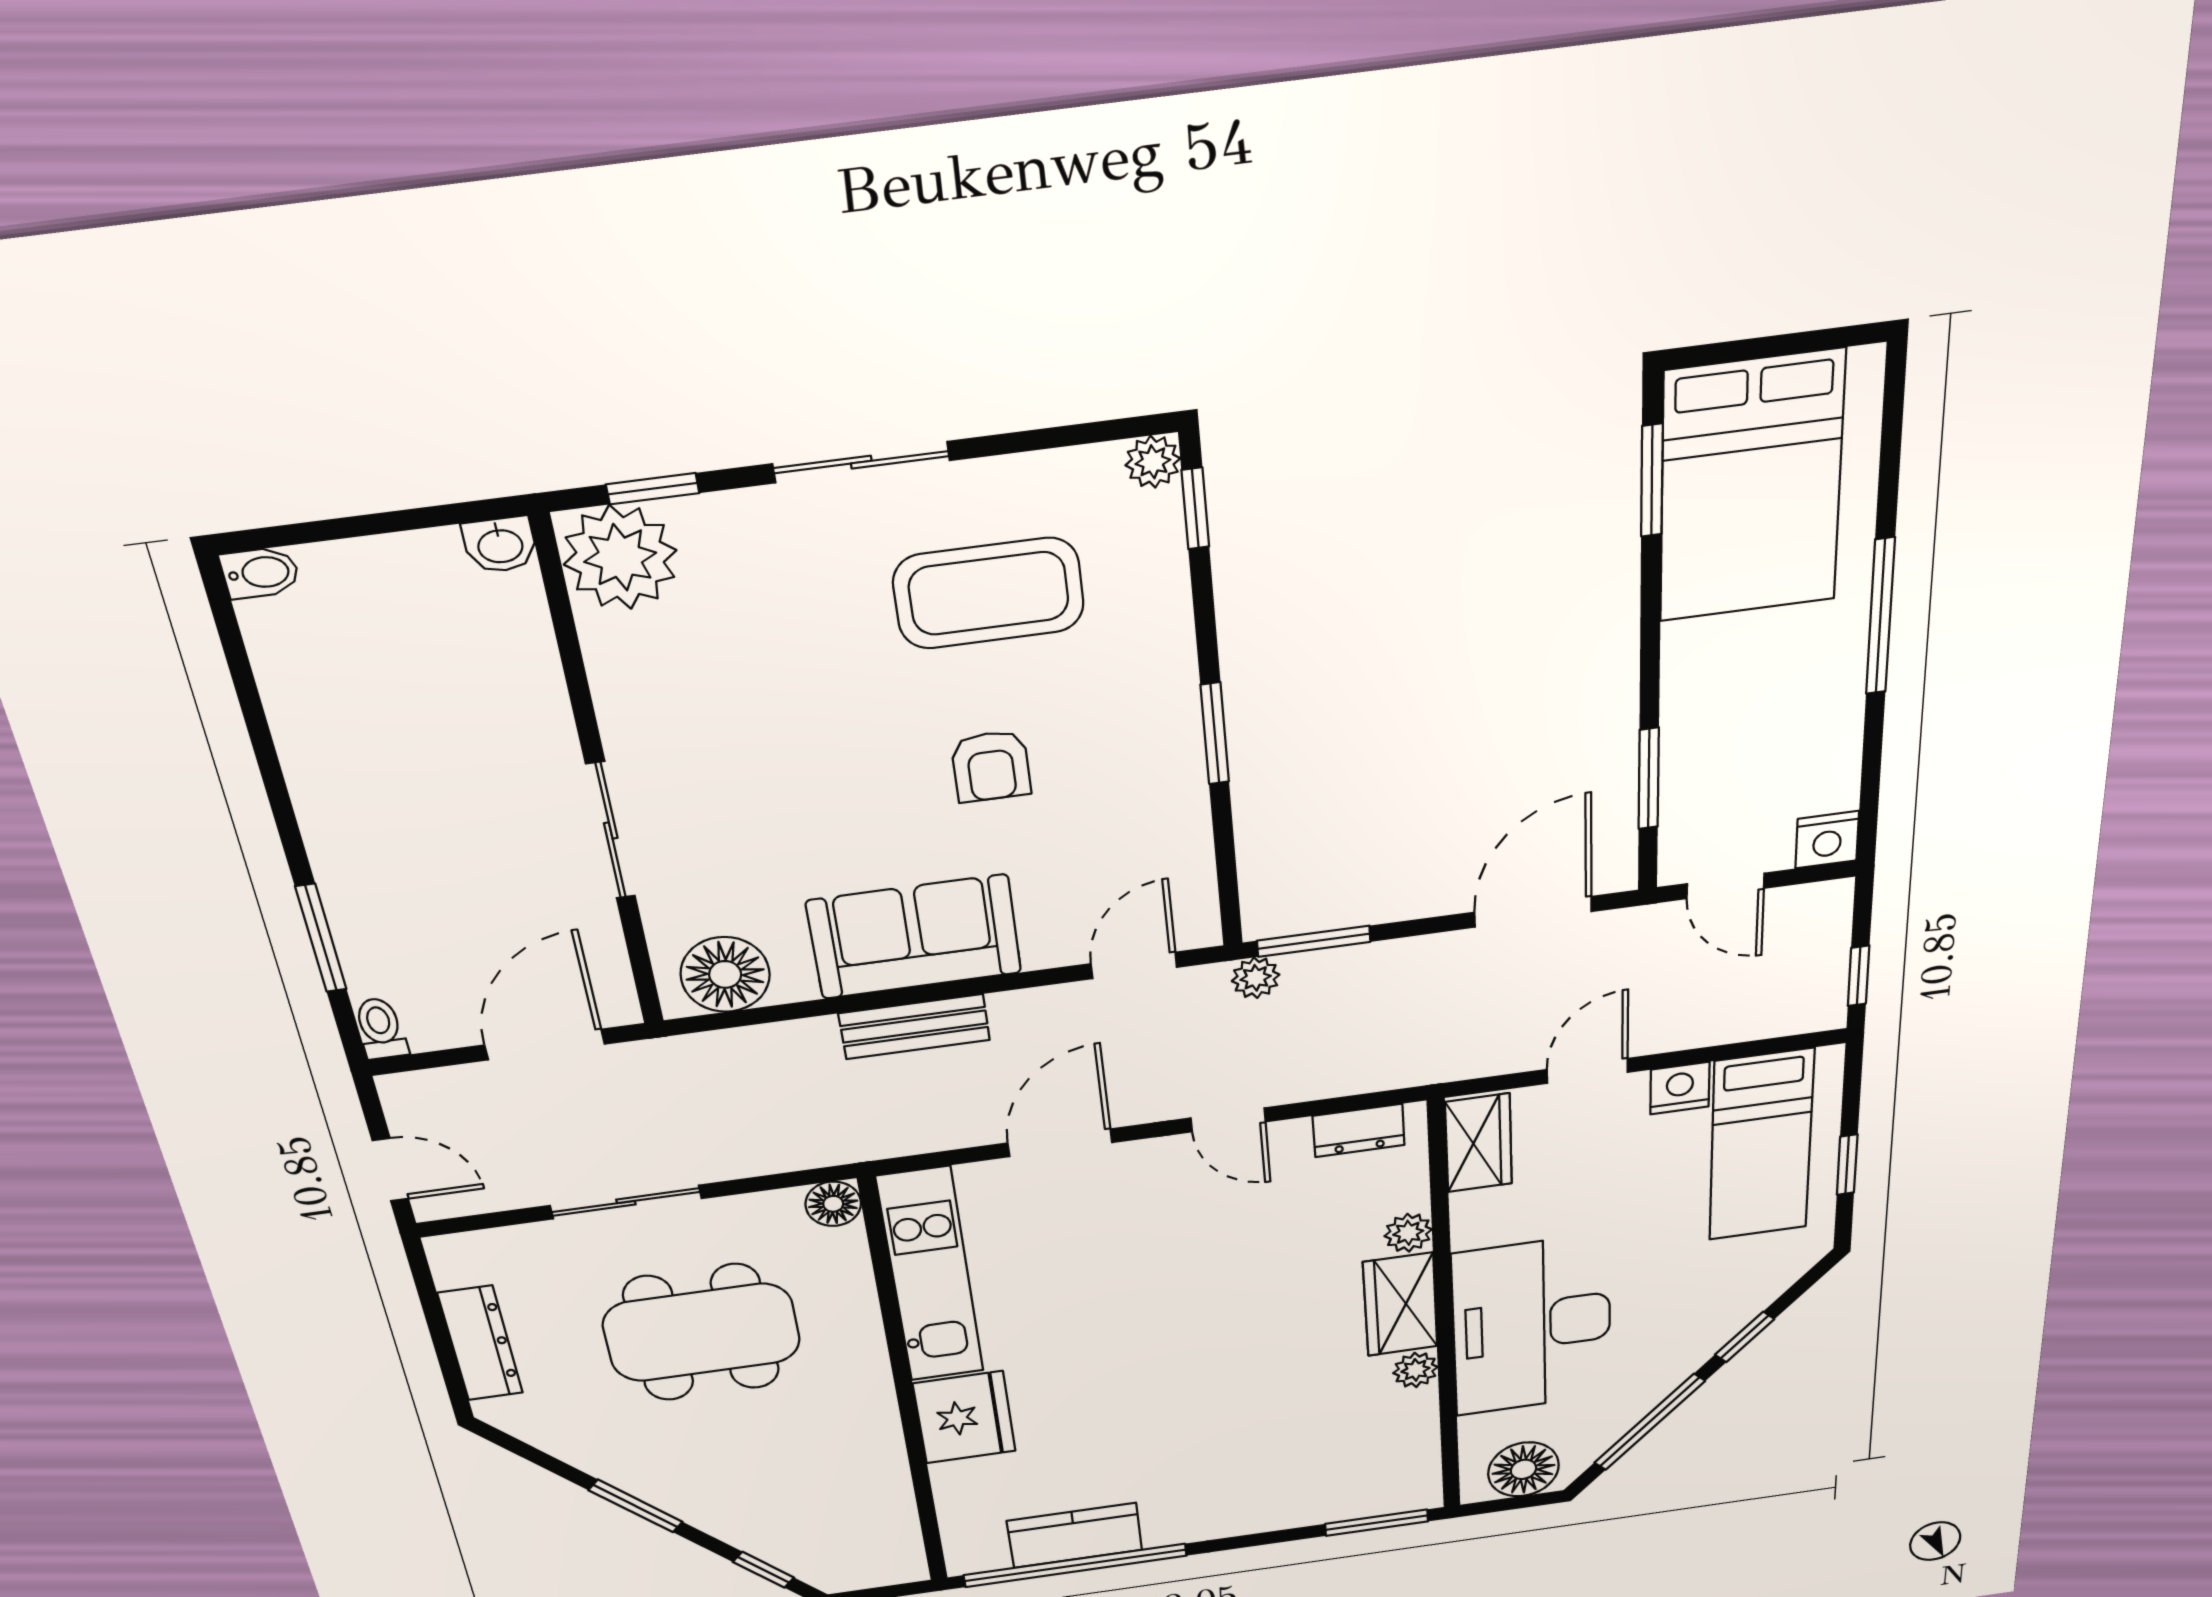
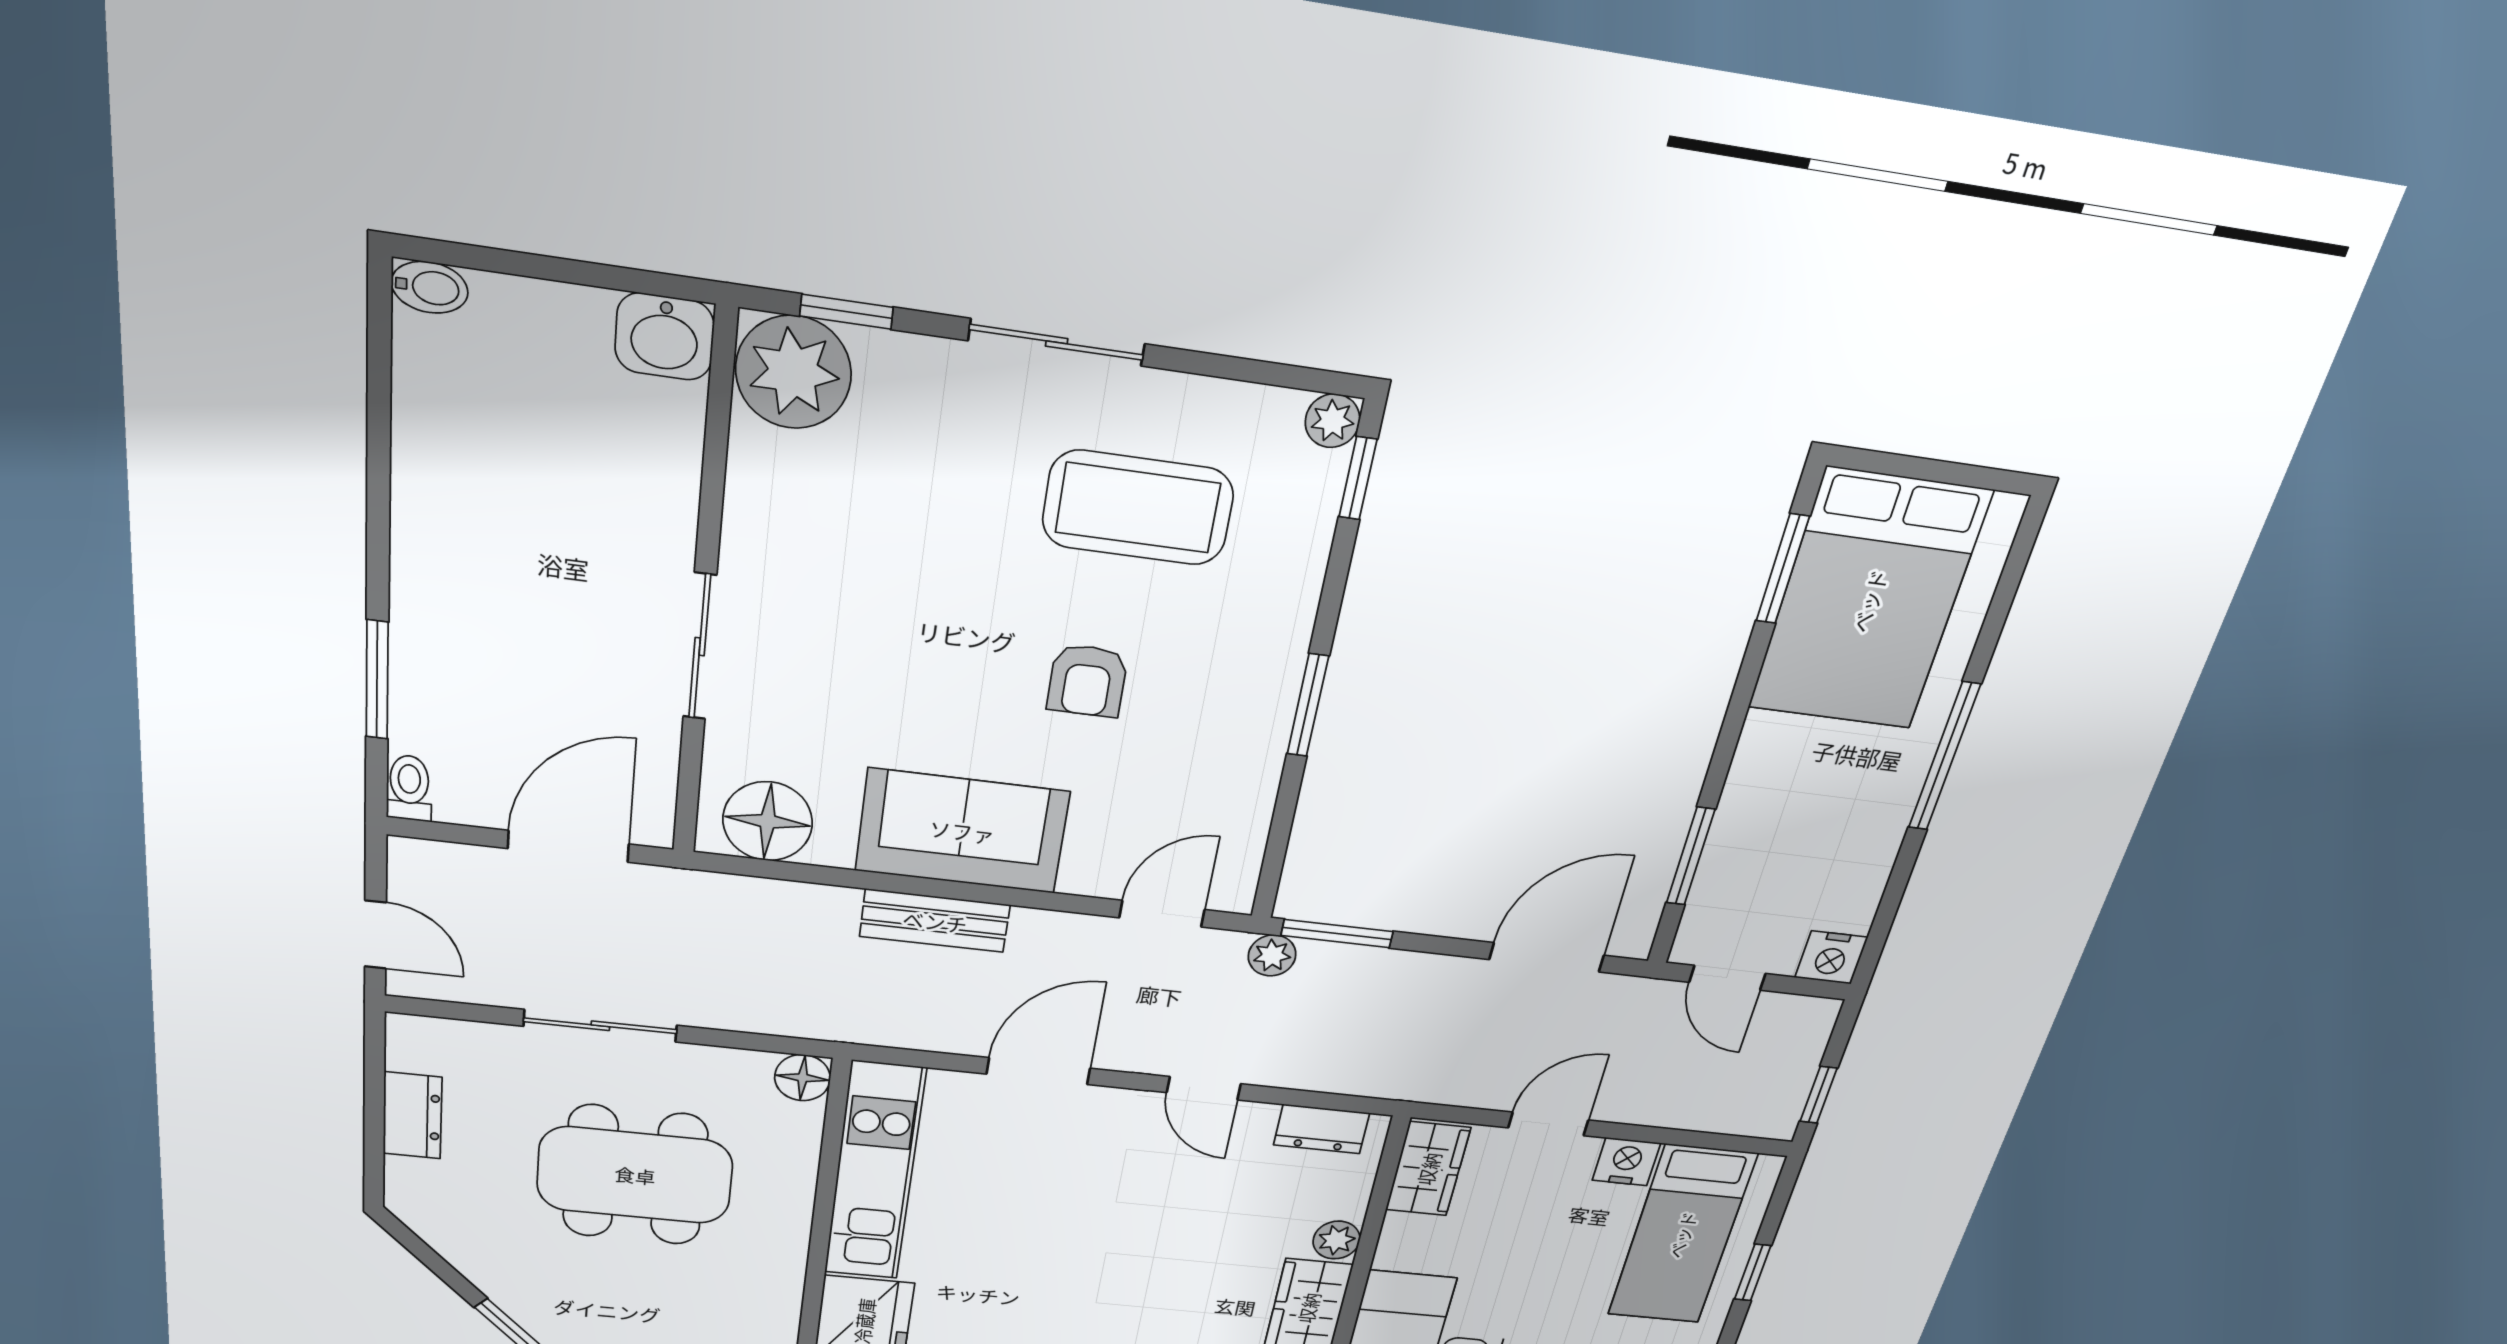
washbasin: (500, 545) -> (664, 337), width x1.38, depth x1.45
dresser: (480, 1343) -> (412, 1115), width x0.70

